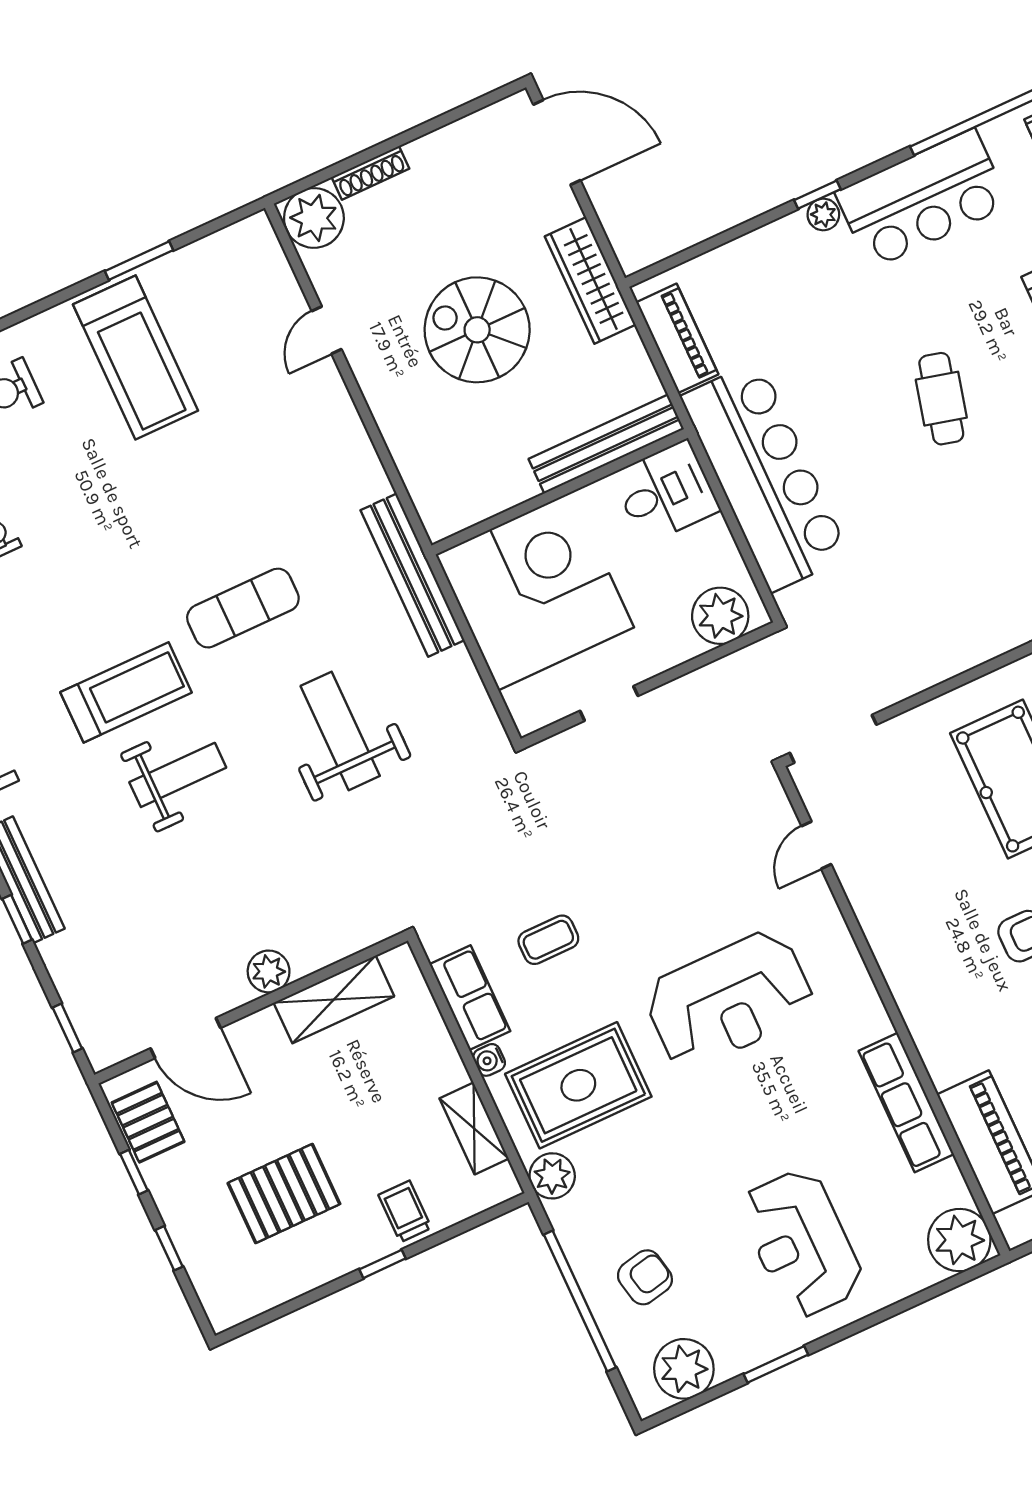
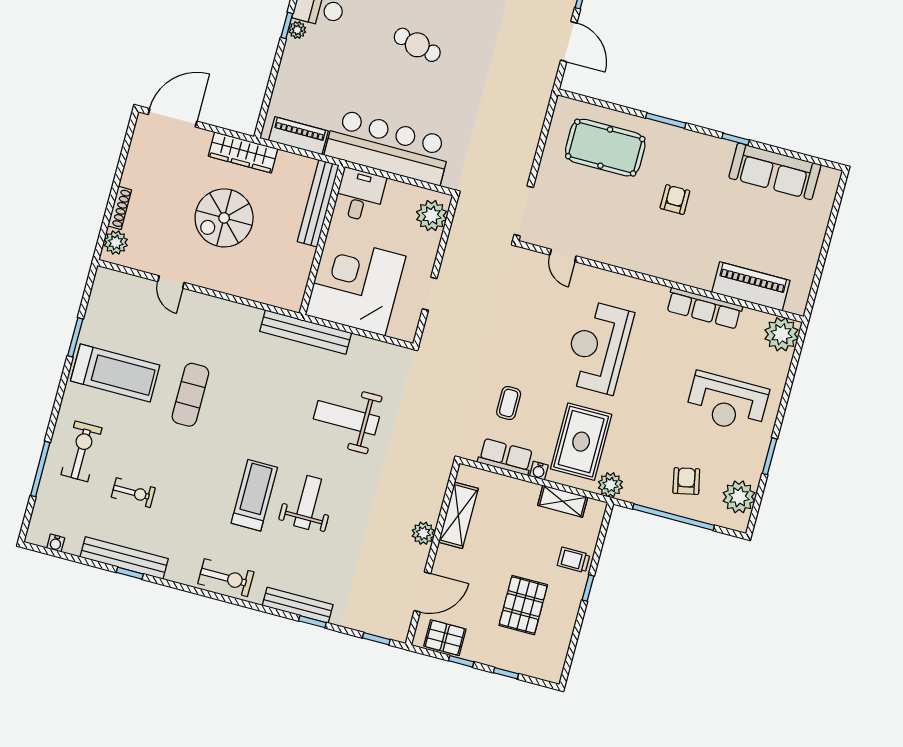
plant: (314, 218) -> (116, 242), width x0.73, depth x0.73
exercise mat: (243, 608) -> (190, 395), moved
reception desk: (729, 1000) -> (598, 347), turned 180

